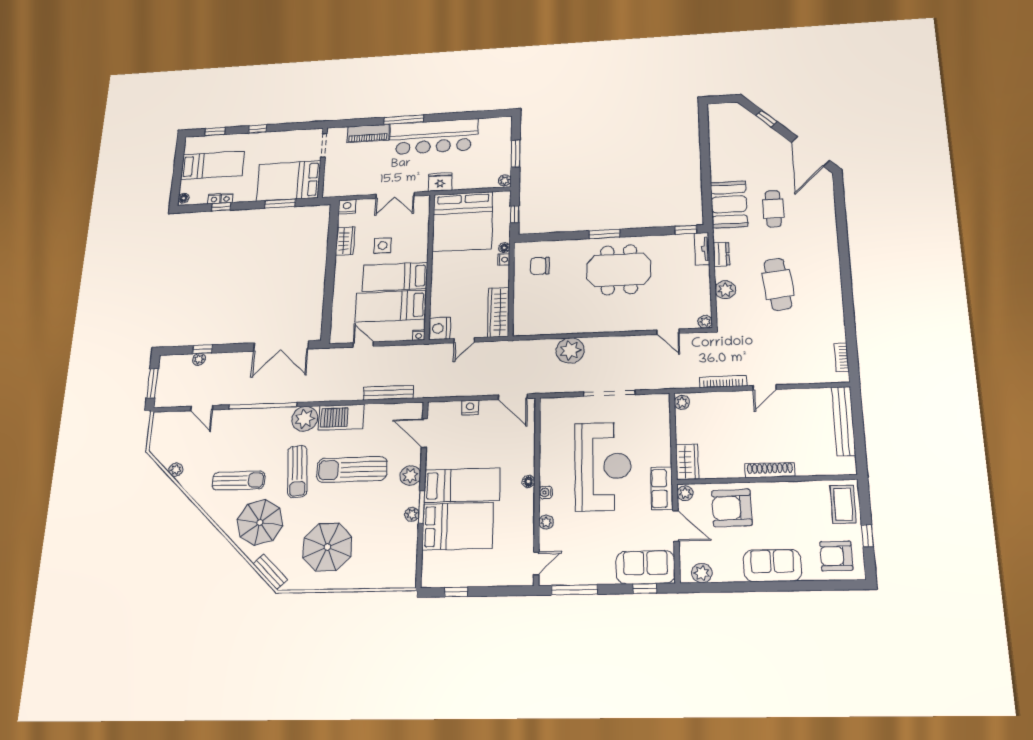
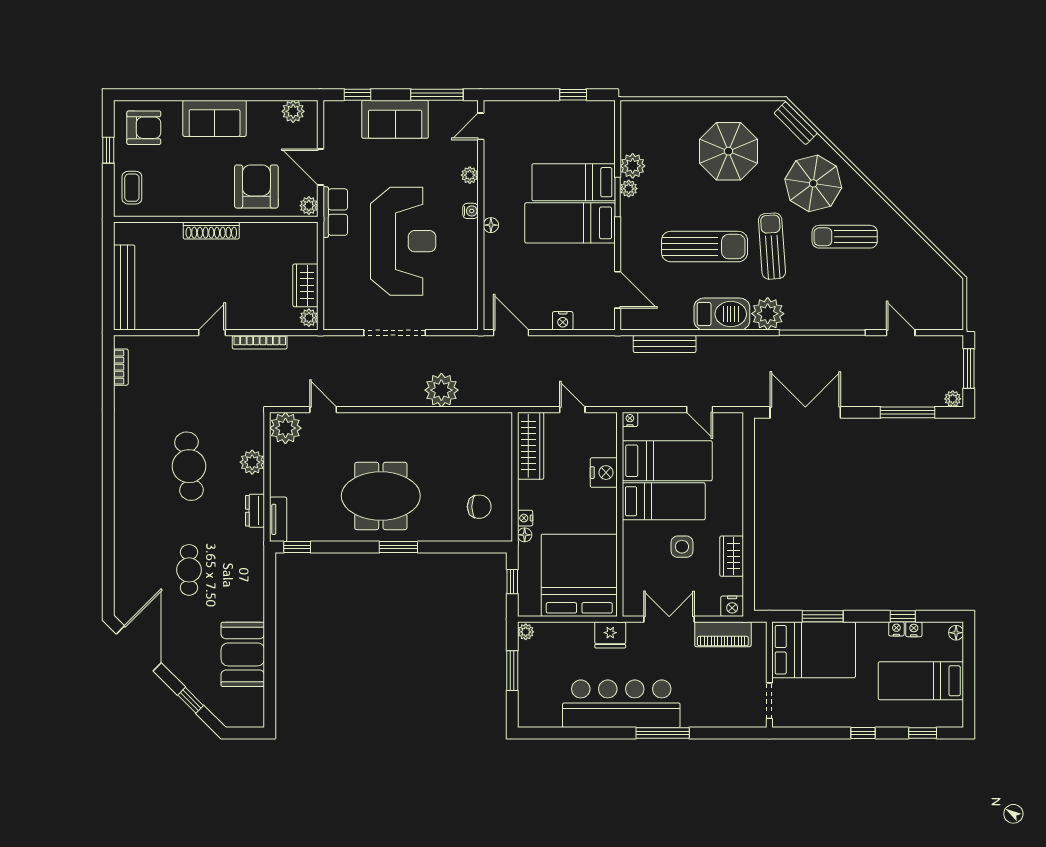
piano: (368, 133) -> (723, 634), moved, turned 180
booth: (729, 204) -> (243, 654), moved
plant: (705, 322) -> (285, 428), width x1.88, depth x1.88
nightstand: (440, 328) -> (604, 473), moved
door: (464, 340) -> (572, 410), hinge flipped
window: (203, 349) -> (908, 412), width x2.17
plant: (199, 359) -> (953, 399), moved
wardrobe: (687, 462) -> (305, 285), moved
reception desk: (603, 466) -> (403, 241), turned 180
plant: (176, 470) -> (926, 253), removed
plant: (410, 475) -> (633, 166), moved
coffee table: (843, 504) -> (132, 188), width x0.73, depth x0.77
armchair: (732, 508) -> (256, 186), turned -89
bed: (458, 526) -> (574, 182), width x0.67
sofa: (645, 567) -> (395, 119), moved

